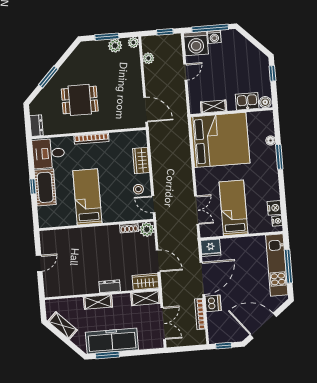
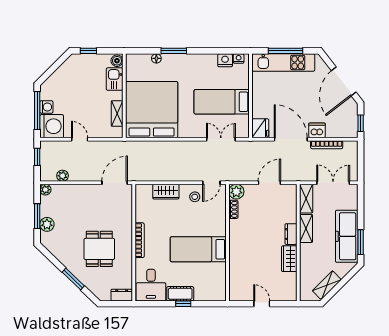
plant: (115, 46) -> (47, 224), moved
cot: (45, 187) -> (180, 294), width x0.73, depth x0.75
wardrobe: (146, 282) -> (289, 259), moved
shelving: (98, 302) -> (306, 228), moved

